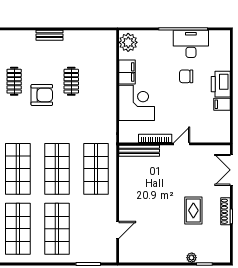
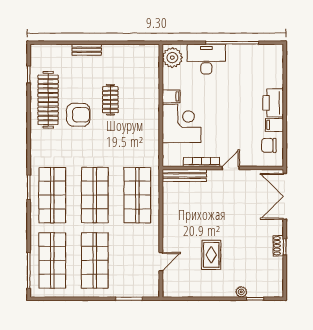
desk: (191, 44) -> (206, 59), moved
filing cabinet: (127, 72) -> (171, 96), width x0.50
chair: (186, 76) -> (269, 145), moved
clothes rail: (14, 81) -> (48, 100), width x1.86, depth x1.31
double door: (231, 170) -> (285, 196), width x1.37
rug: (193, 210) -> (211, 255), moved
shoe rack: (226, 211) -> (278, 246), width x0.70

